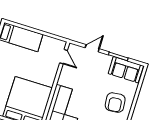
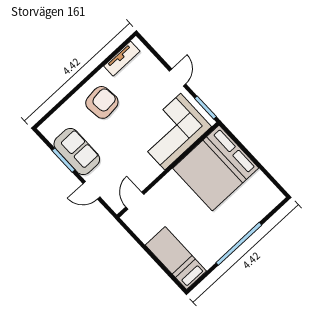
sofa: (126, 70) -> (77, 152), moved

